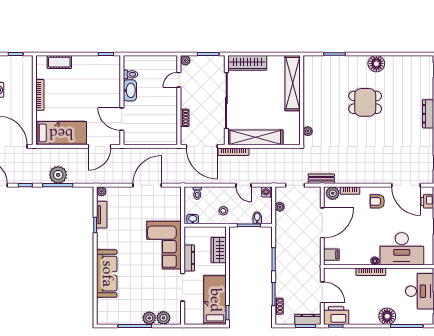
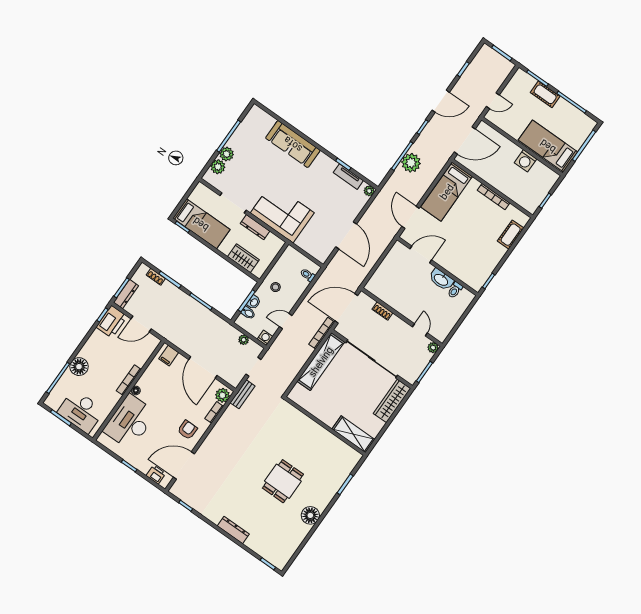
shelving: (293, 83) -> (353, 434), width x0.68
plant: (308, 131) -> (293, 412), removed
washbasin: (193, 219) -> (254, 302), moved

